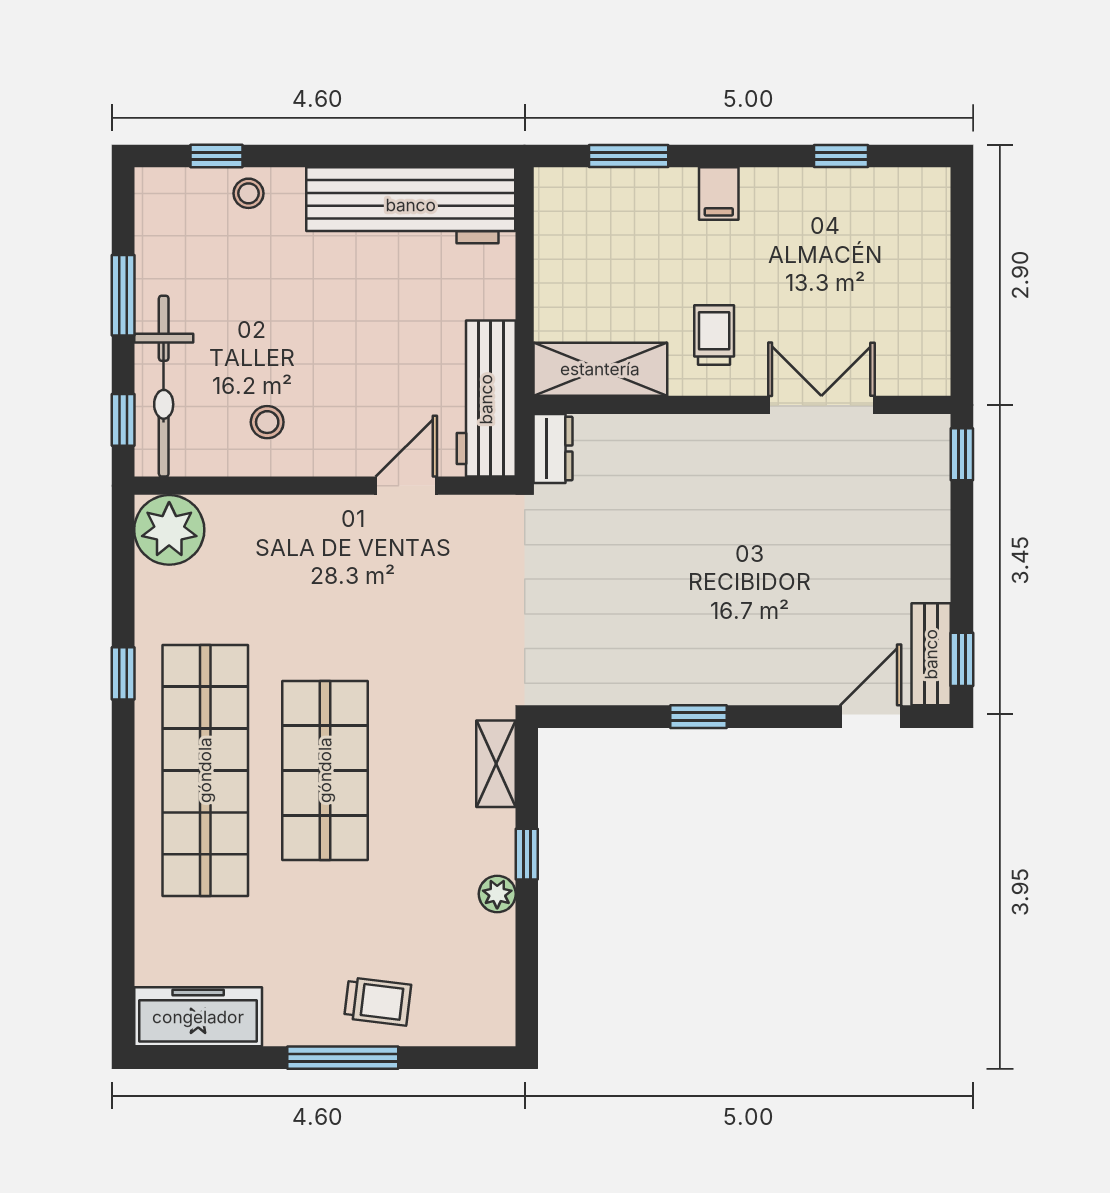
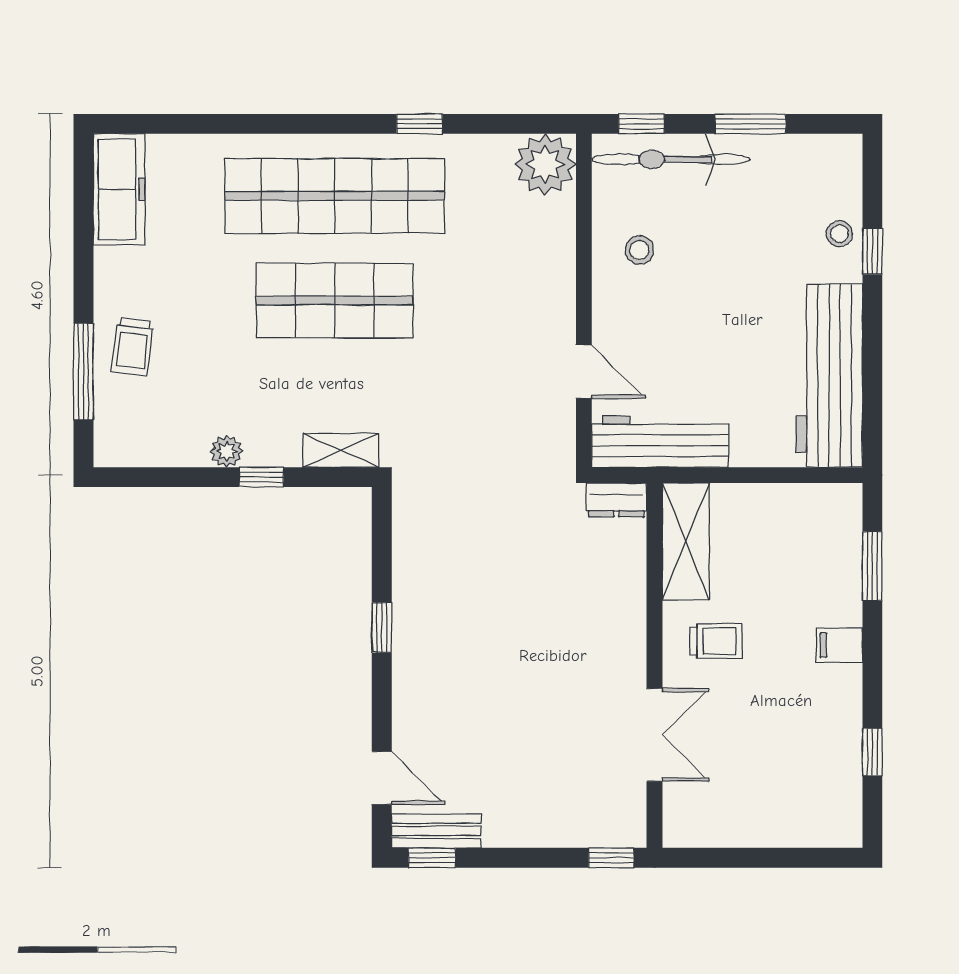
window: (216, 156) -> (872, 251), moved
window: (343, 1058) -> (83, 371), moved

